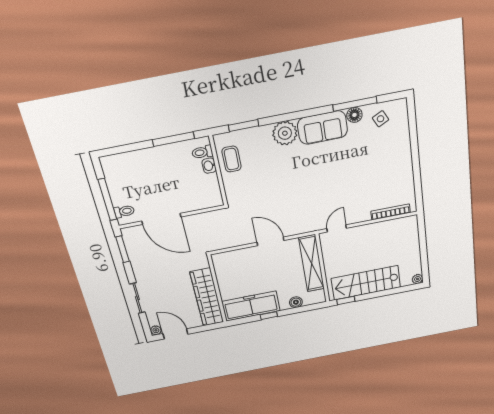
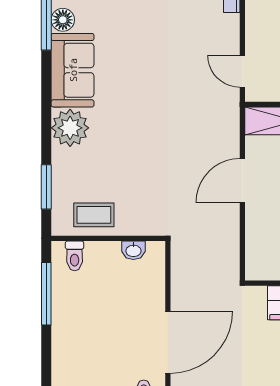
washbasin: (209, 166) -> (133, 250), moved

